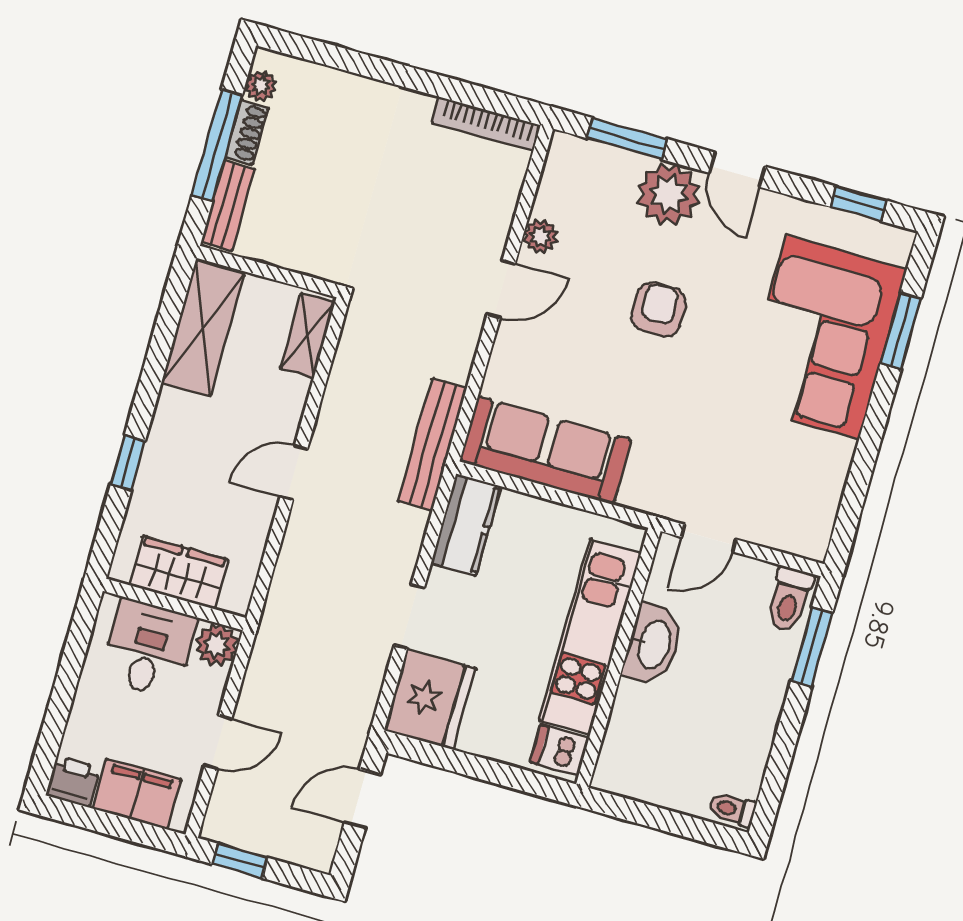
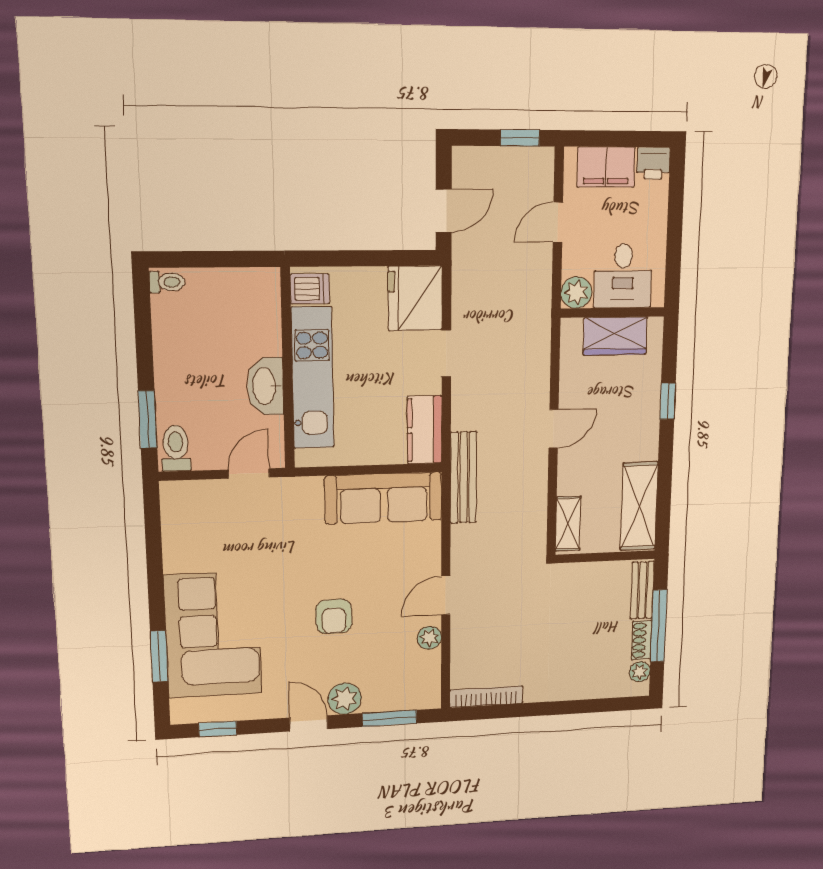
plant: (669, 194) -> (345, 699), width x0.73, depth x0.73

